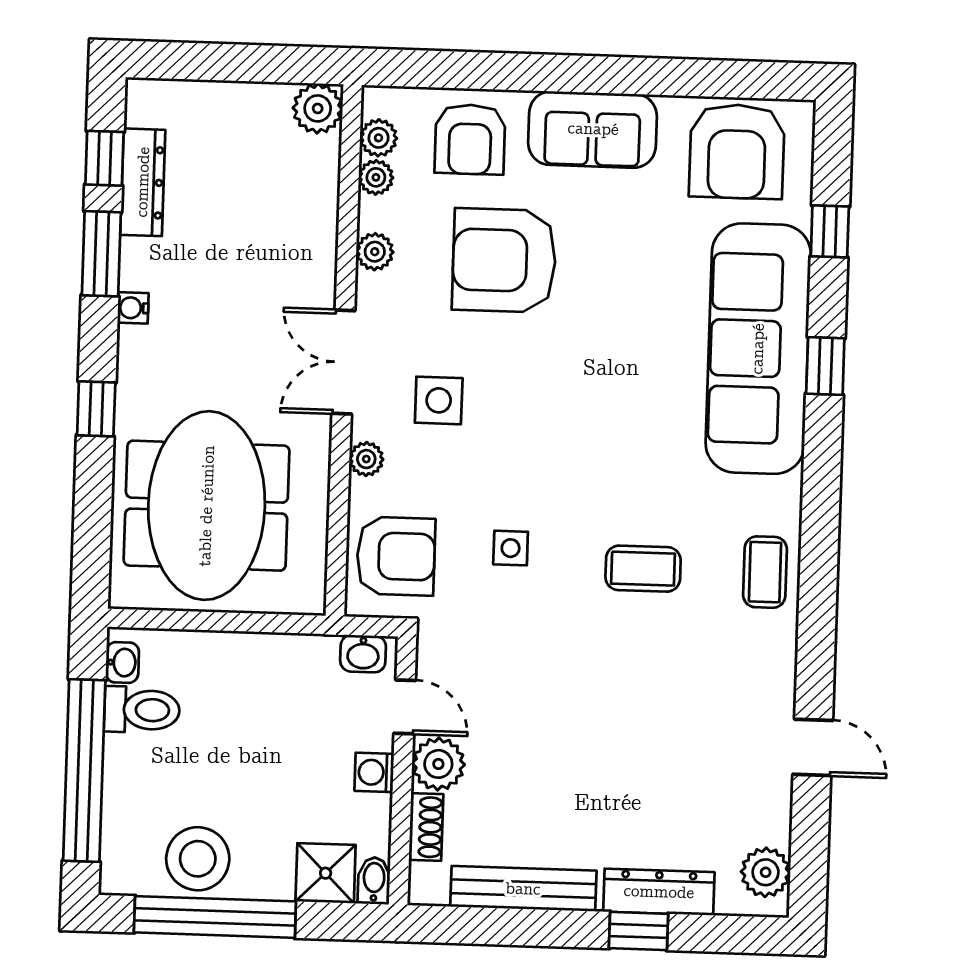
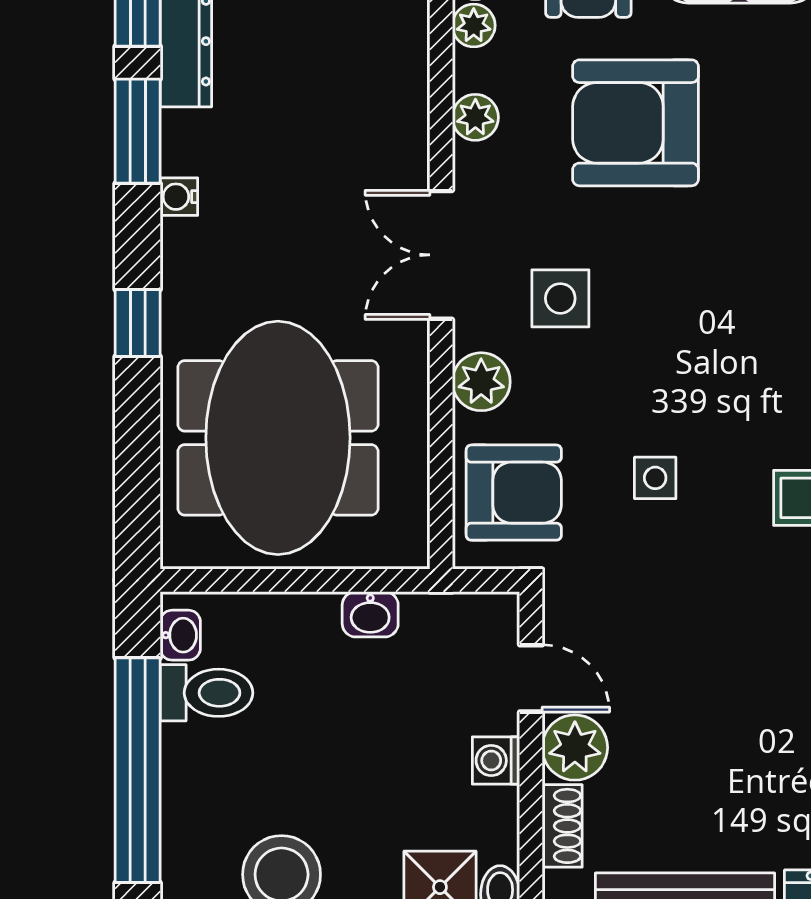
plant: (366, 459) -> (481, 382), width x1.38, depth x1.38
washbasin: (363, 654) -> (370, 614), moved

